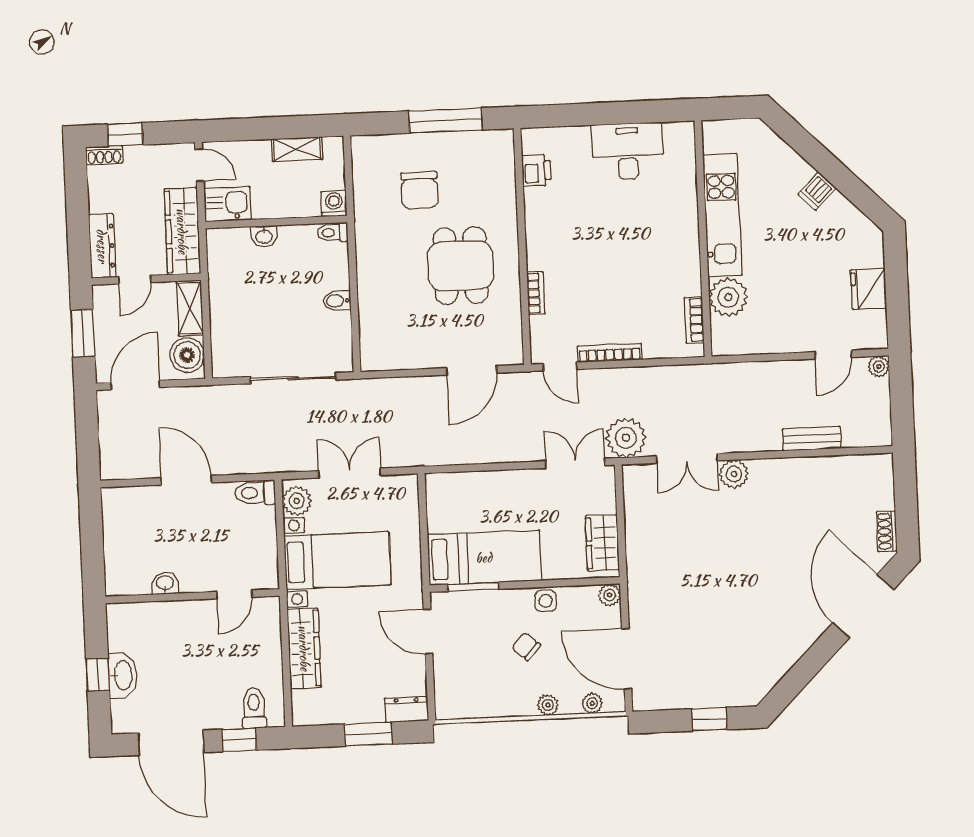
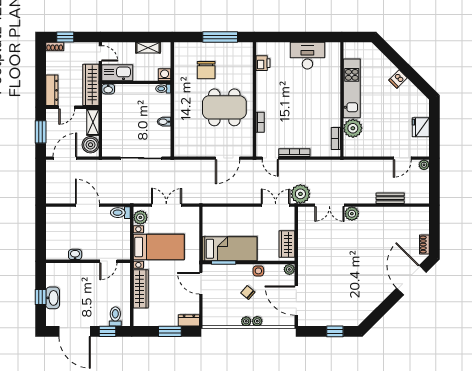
kitchen sink: (227, 204) -> (117, 73), width x1.38
washbasin: (264, 236) -> (108, 89), moved
dining table: (460, 266) -> (224, 107), width x1.38
plant: (592, 703) -> (246, 321), moved

